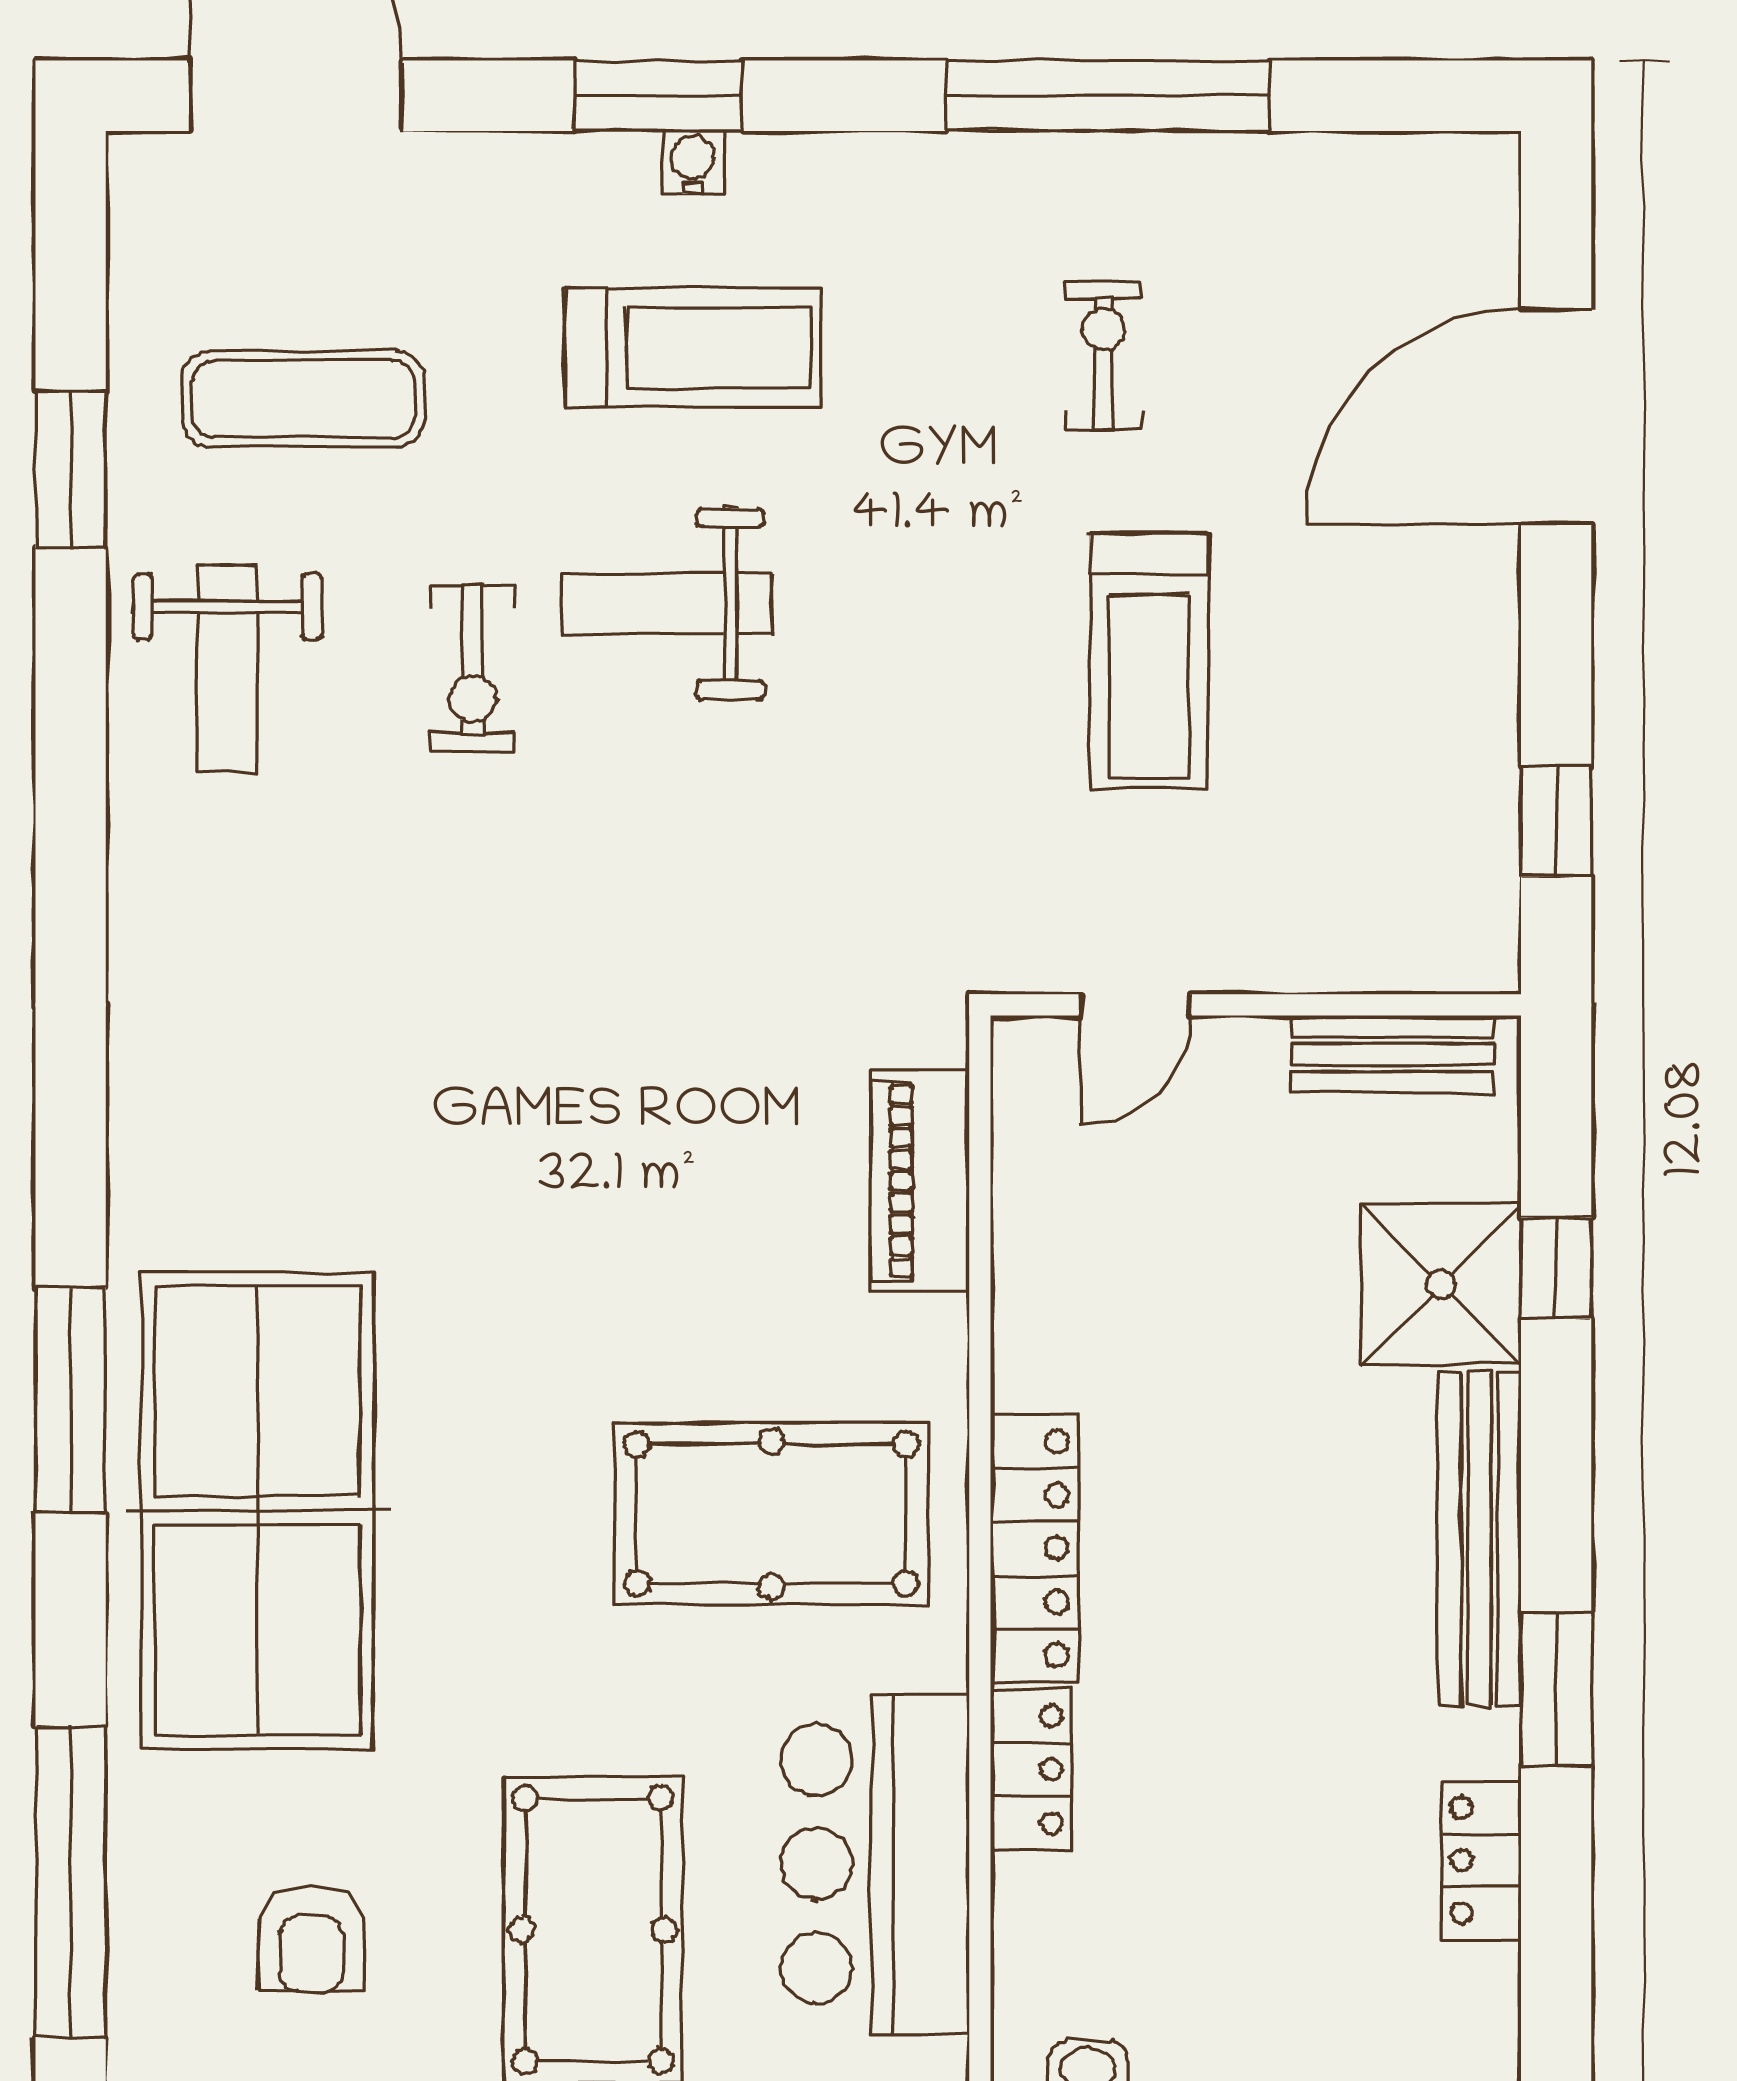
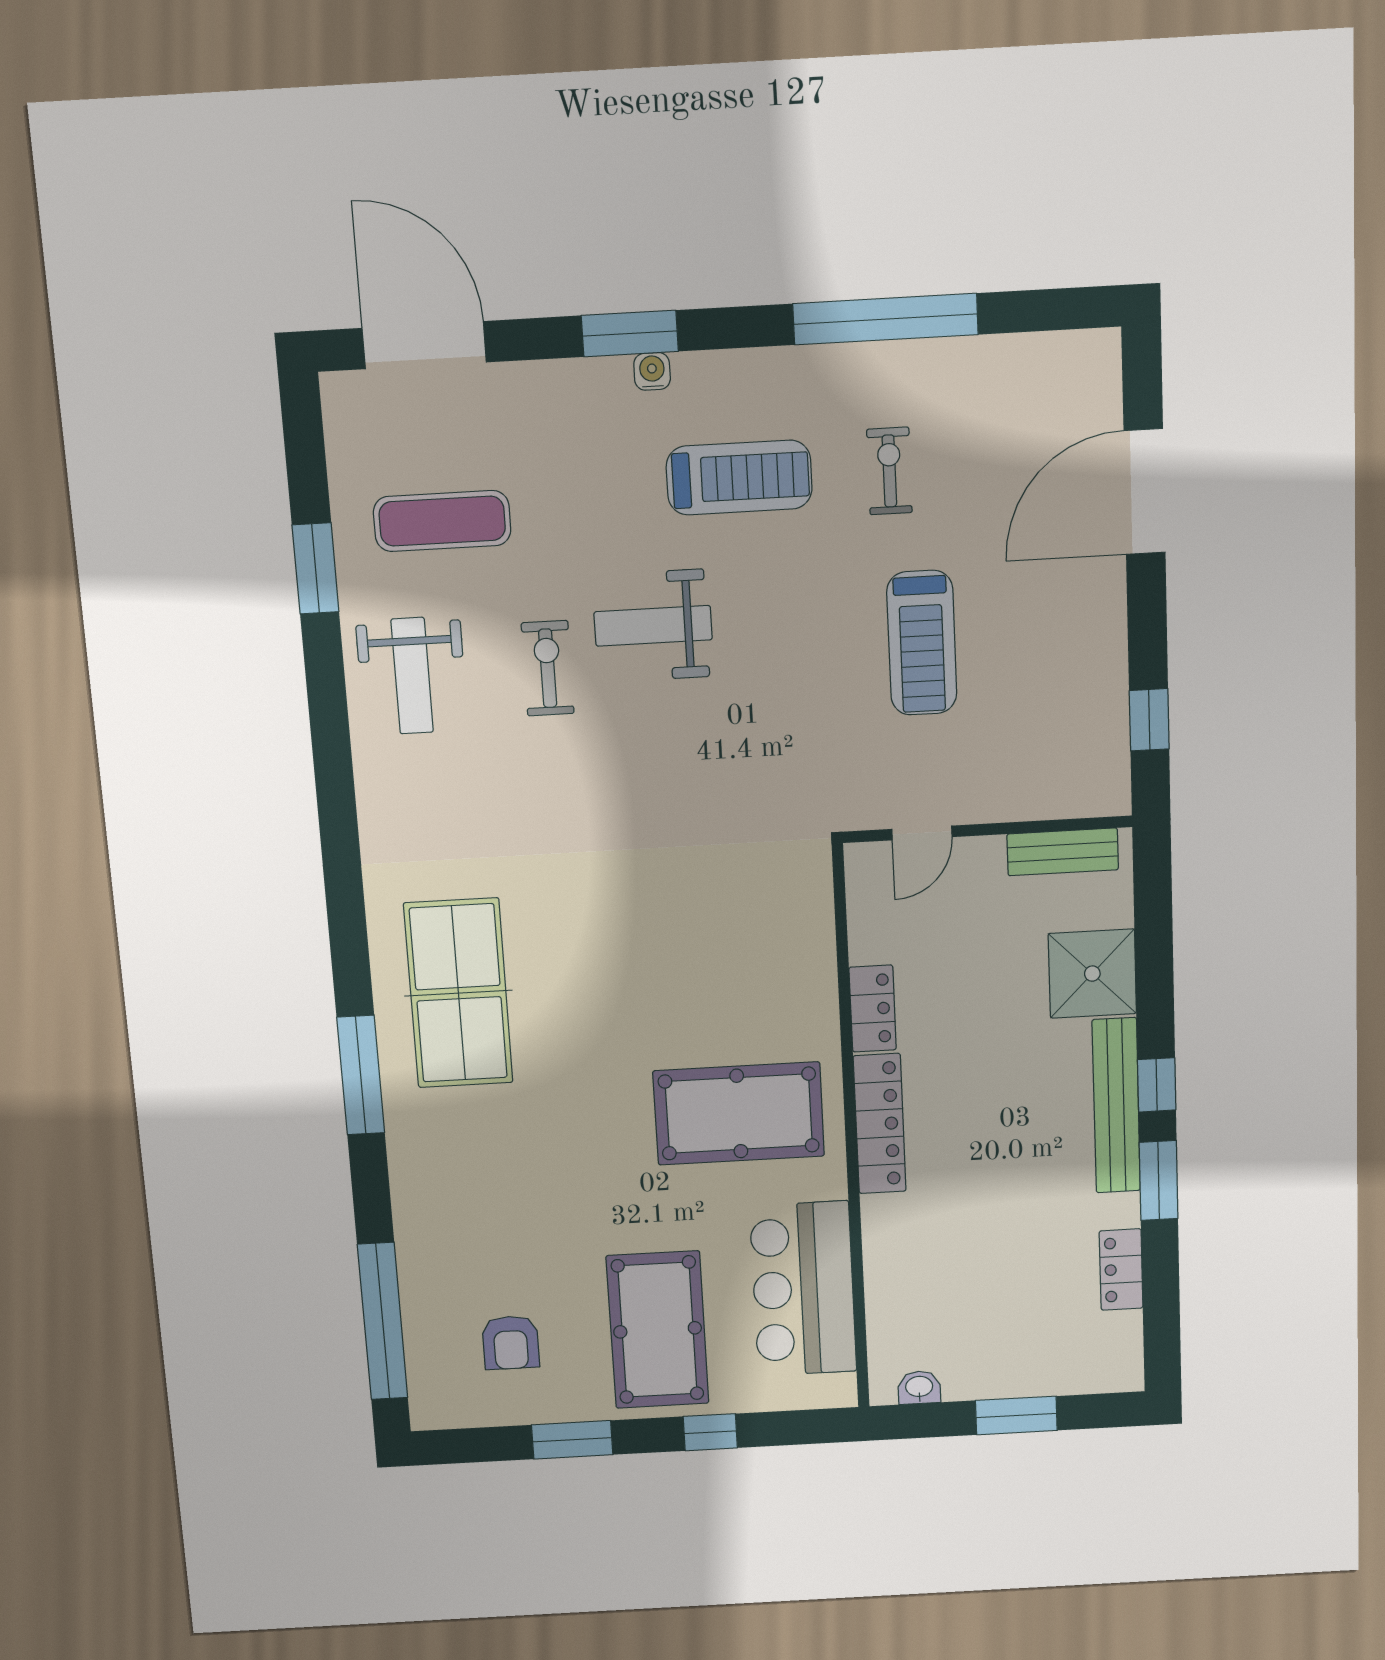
treadmill: (693, 347) -> (739, 478), moved
exercise bike: (472, 669) -> (548, 668), turned 180
piano: (920, 1181) -> (809, 934), removed
window: (1556, 1268) -> (1157, 1085), moved
table tennis table: (257, 1511) -> (458, 993), moved, width x0.73, depth x0.76
locker: (1031, 1770) -> (873, 1009), moved

